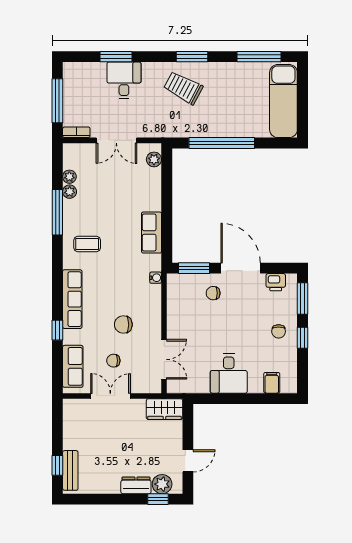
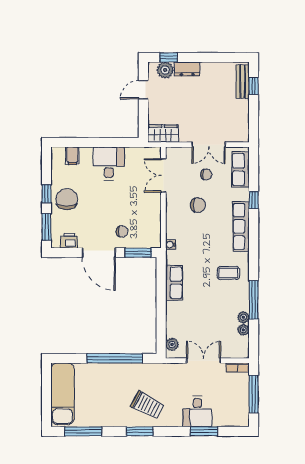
chair: (279, 331) -> (67, 199), width x1.87, depth x1.87

